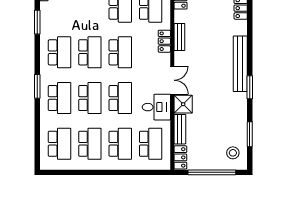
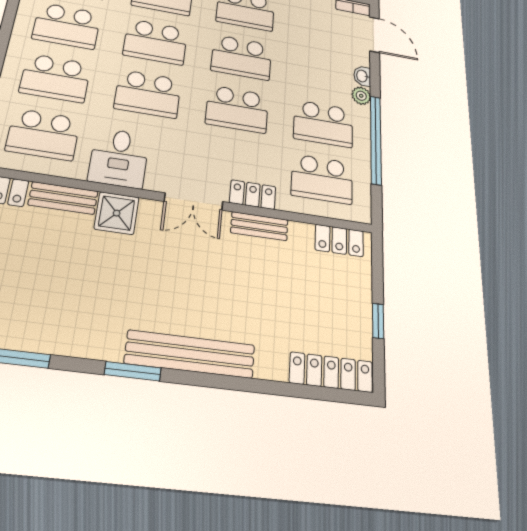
double door: (172, 80) -> (194, 202), moved

